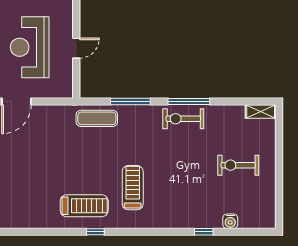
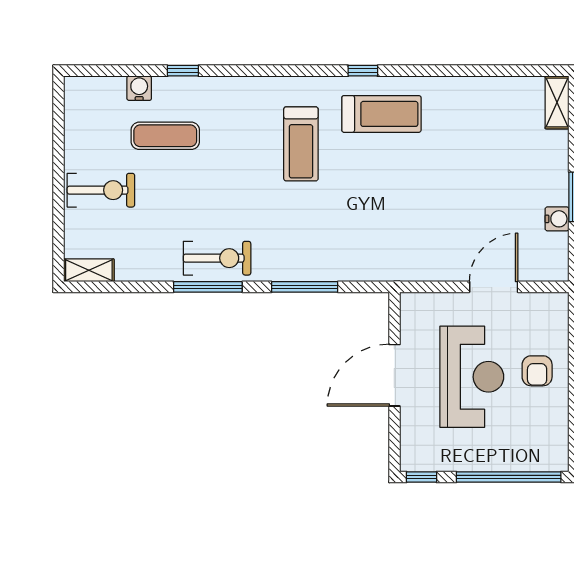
door: (76, 48) -> (394, 375), width x1.87
exercise mat: (97, 118) -> (165, 136), moved
exercise bike: (238, 165) -> (101, 190), moved
treadmill: (84, 206) -> (381, 114), turned 180

